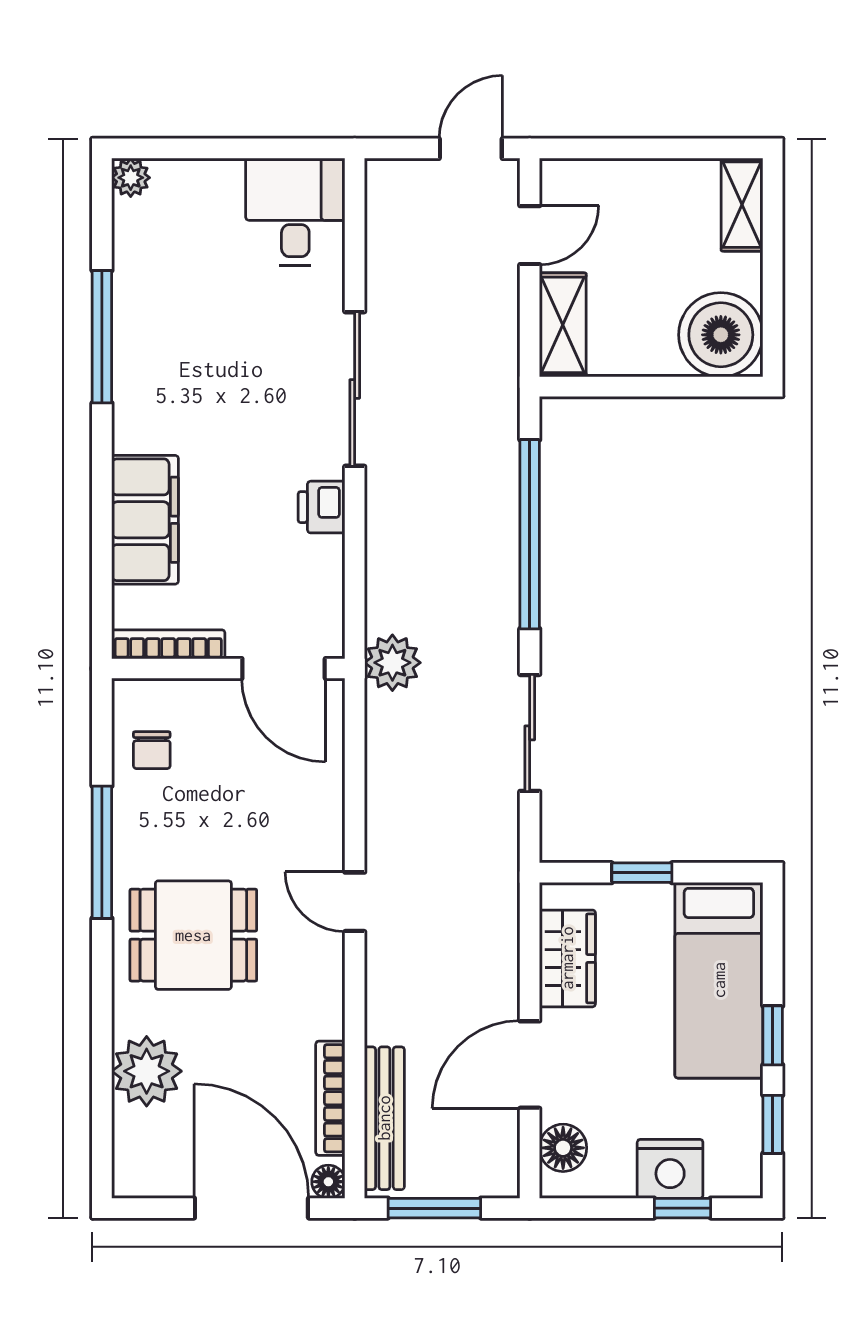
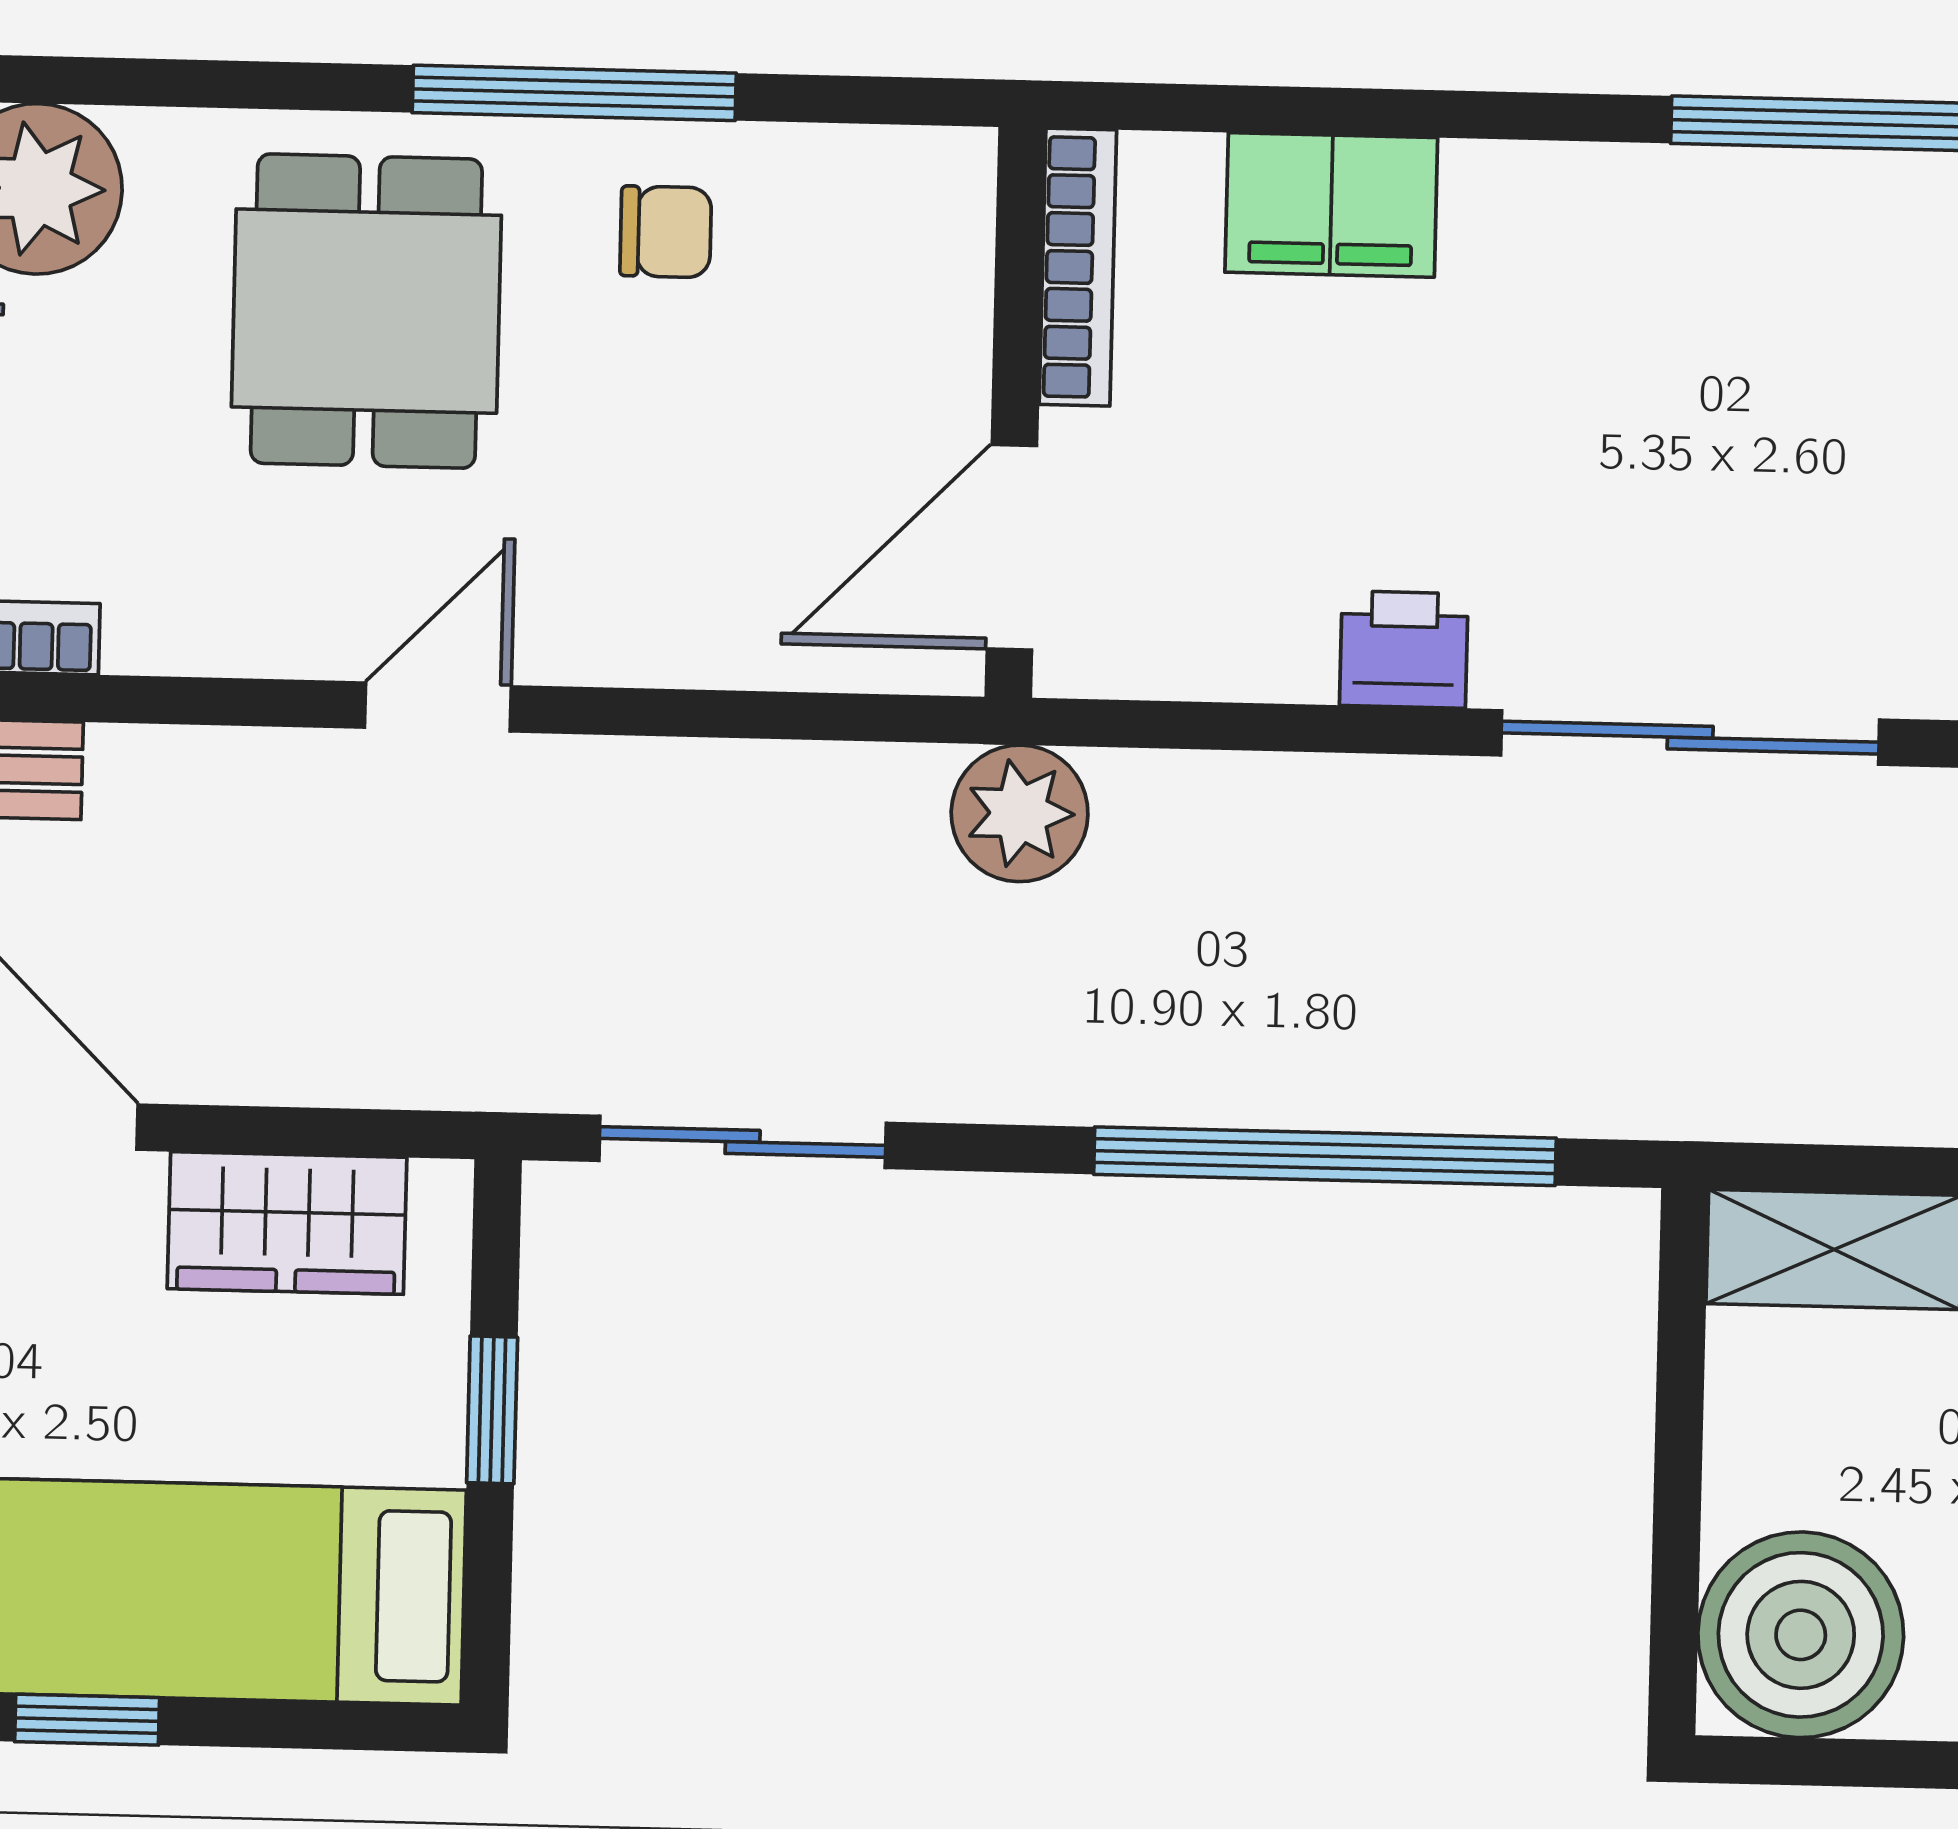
filing cabinet: (145, 520) -> (1331, 205), width x0.67, depth x0.86
sliding door: (530, 733) -> (743, 1142), moved
chair: (152, 750) -> (666, 232), moved, turned 180

